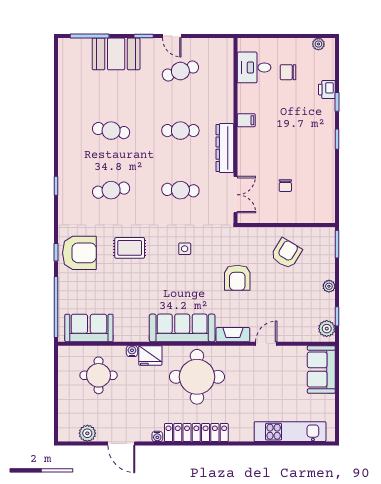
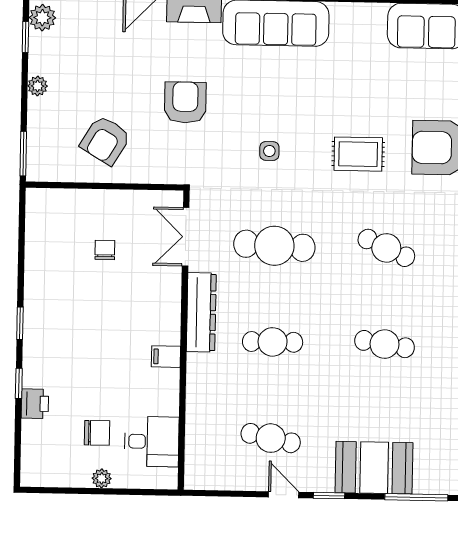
plant: (318, 44) -> (102, 478), moved
cafe table: (180, 71) -> (271, 438), turned 30
cafe table: (111, 190) -> (386, 248), turned 33
cafe table: (180, 190) -> (274, 246), width x1.37, depth x1.35

